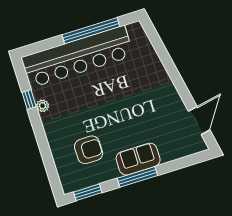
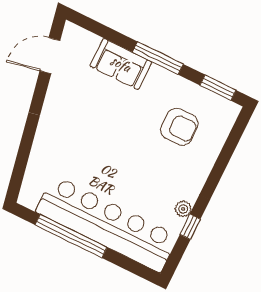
armchair: (89, 150) -> (179, 127), turned 180
sofa: (138, 159) -> (121, 64), moved

